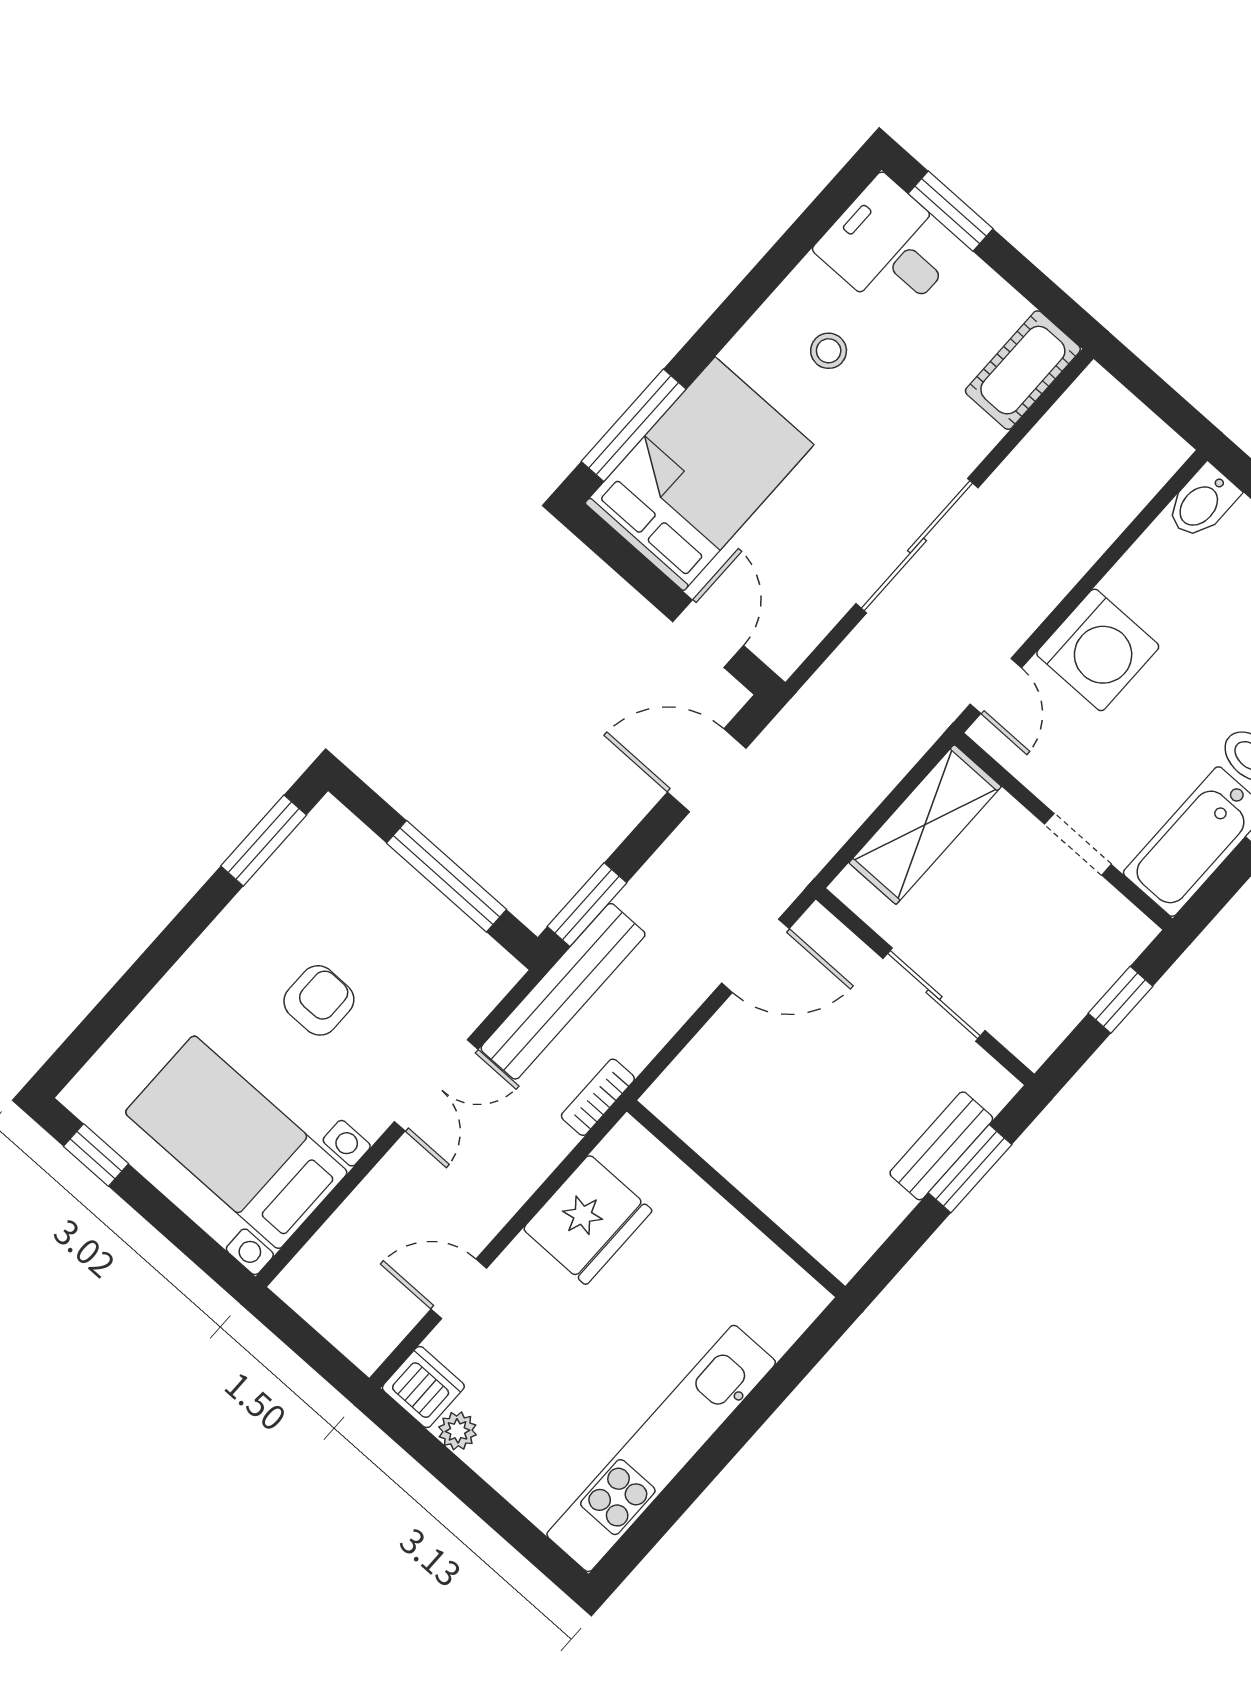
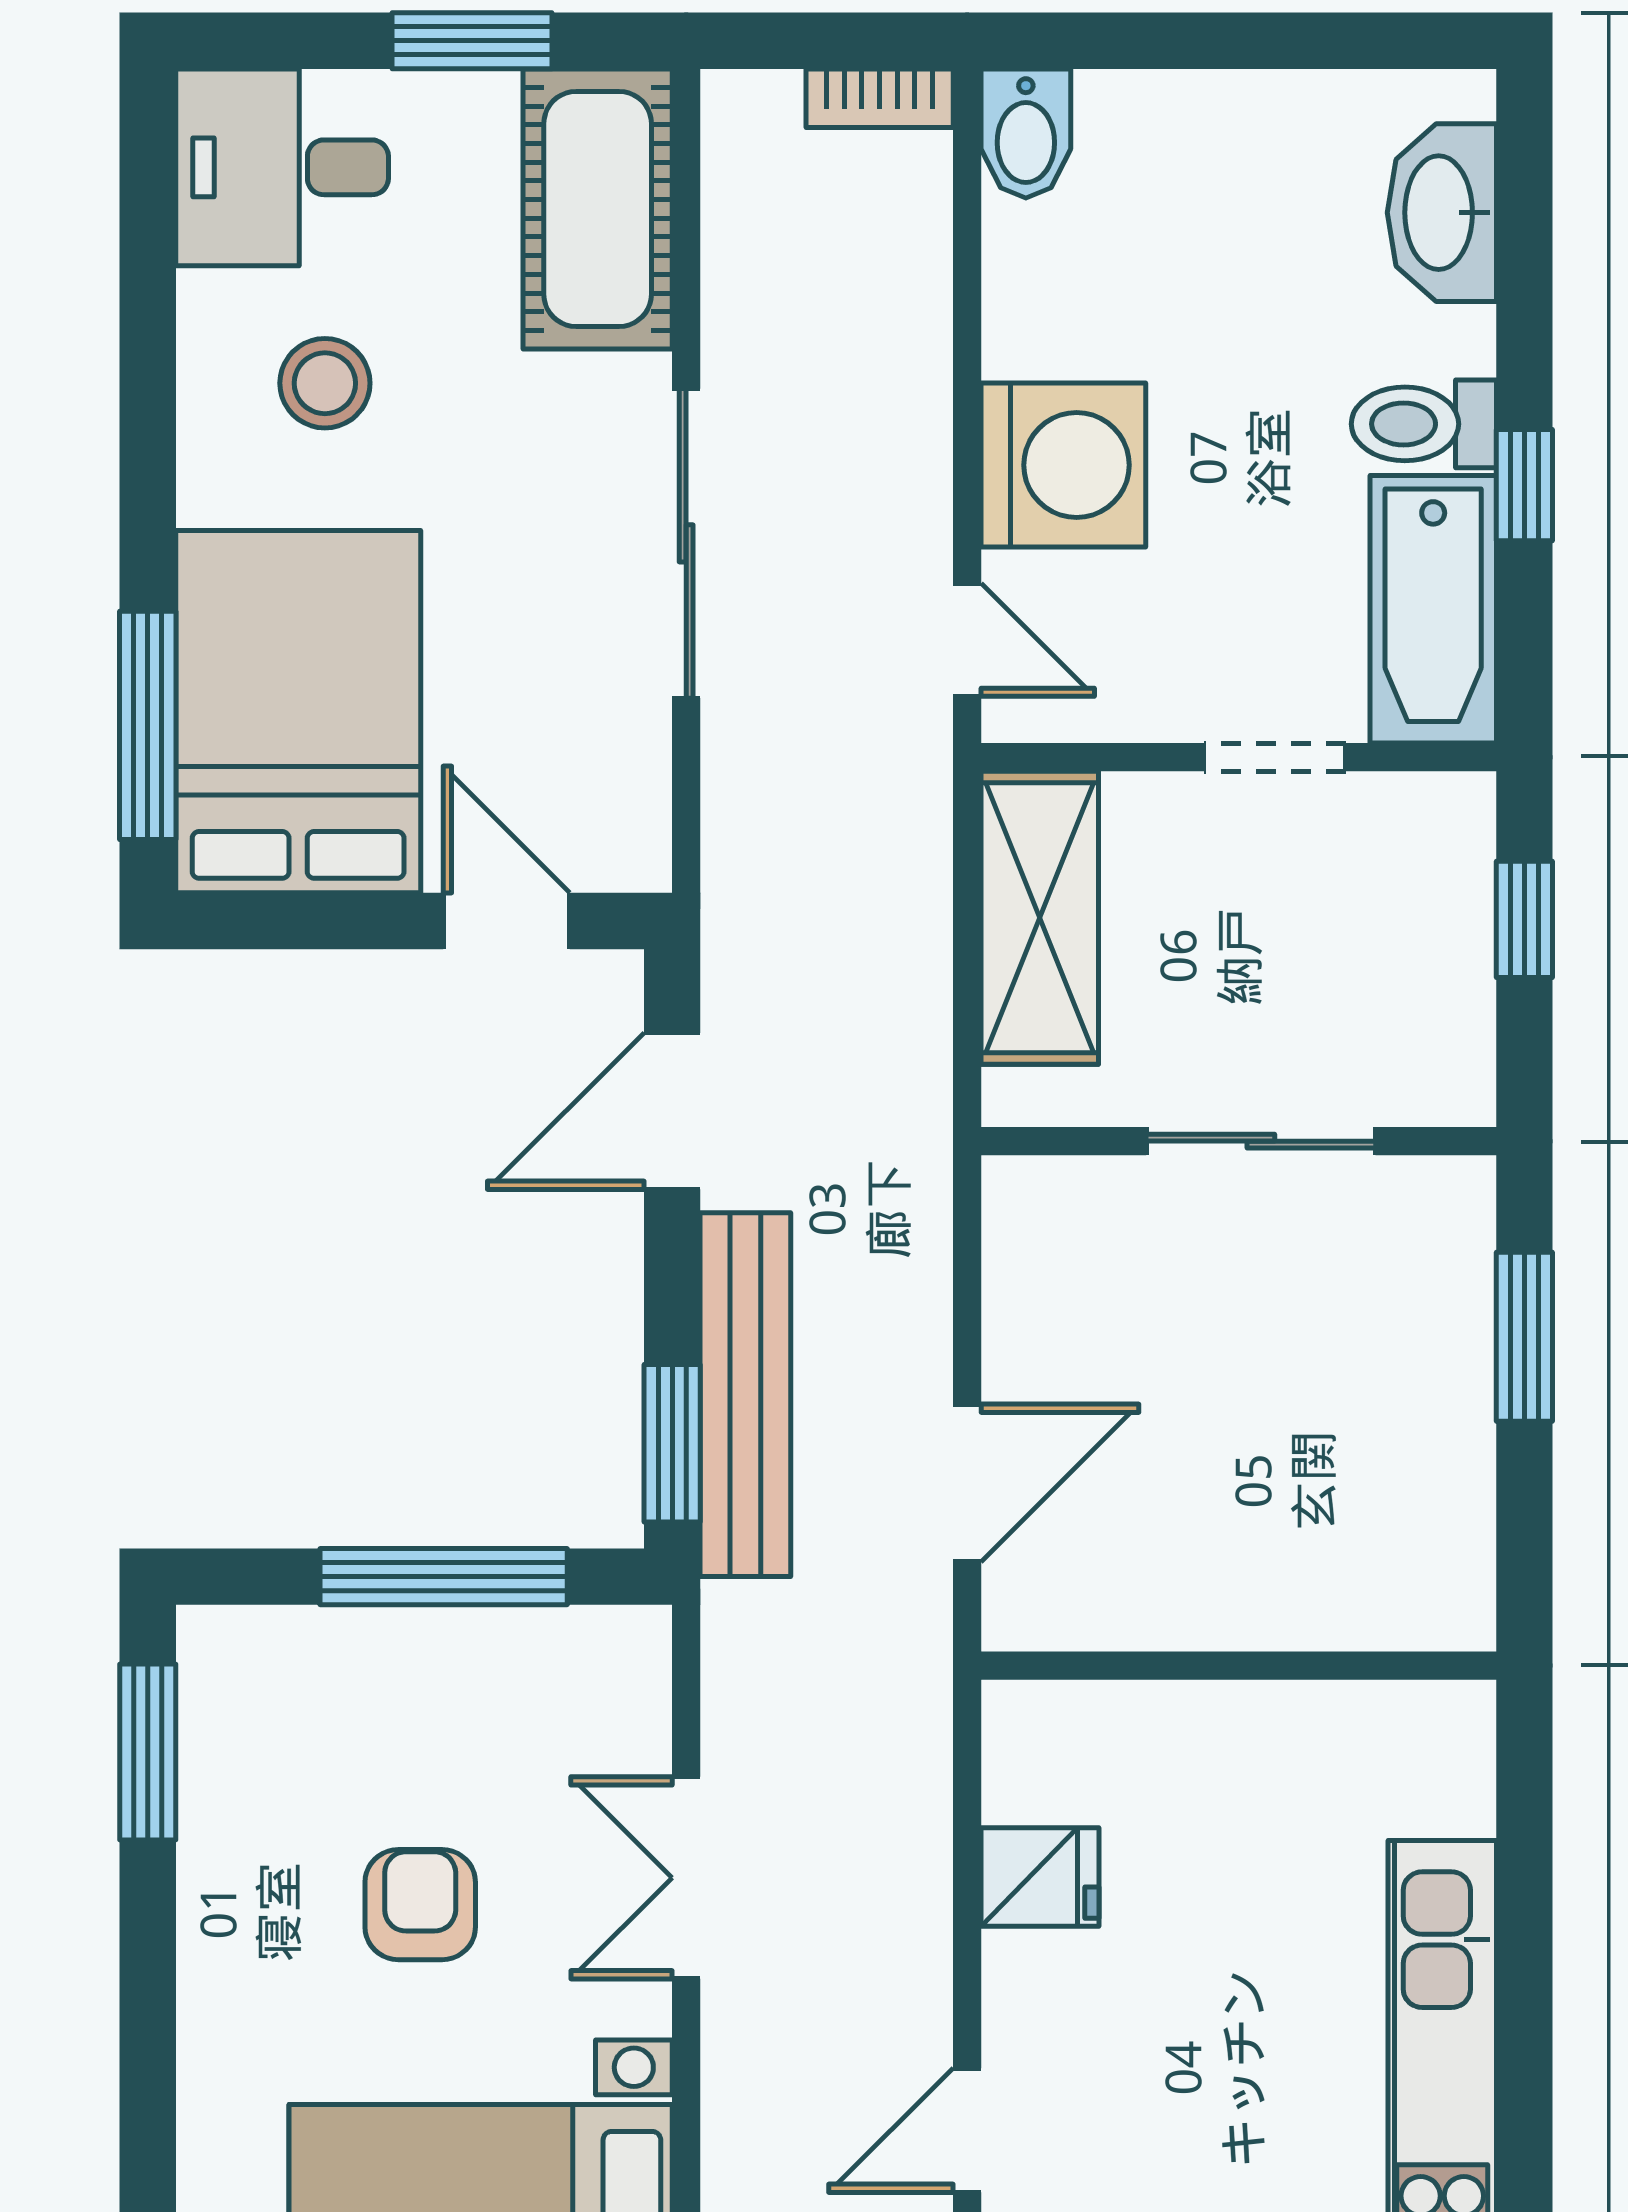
window: (951, 211) -> (472, 41), moved
stool: (829, 351) -> (325, 383), width x1.37, depth x1.37
cot: (1023, 370) -> (598, 209), width x1.37, depth x1.34
door: (755, 956) -> (967, 1483), moved
bench: (563, 991) -> (745, 1395), moved
double door: (436, 1085) -> (686, 1878), swing flipped
bookcase: (598, 1097) -> (880, 98), moved, turned -90
bench: (941, 1146) -> (1457, 1341), removed
fridge: (588, 1220) -> (1040, 1877), width x0.53, depth x0.75

